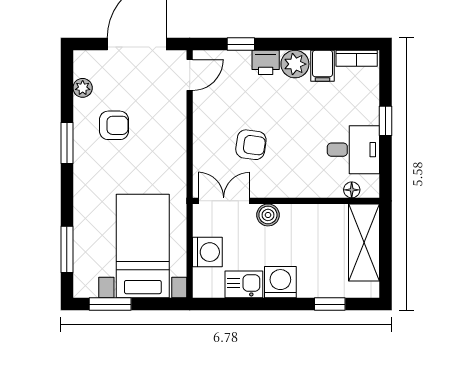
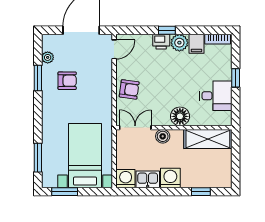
window: (241, 44) -> (167, 30), moved
window: (67, 143) -> (38, 78), moved
armchair: (251, 145) -> (129, 89), moved
floor lamp: (352, 190) -> (180, 116), moved, width x1.89, depth x1.89
shelving: (364, 242) -> (208, 139), moved, turned 90
washing machine: (207, 252) -> (126, 179), moved, turned -90

